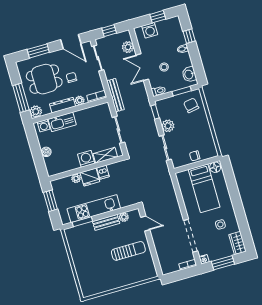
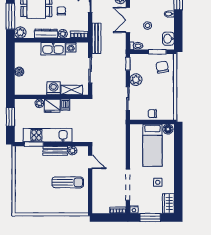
kitchen sink: (62, 122) -> (53, 49), moved
washing machine: (44, 126) -> (71, 47), moved

